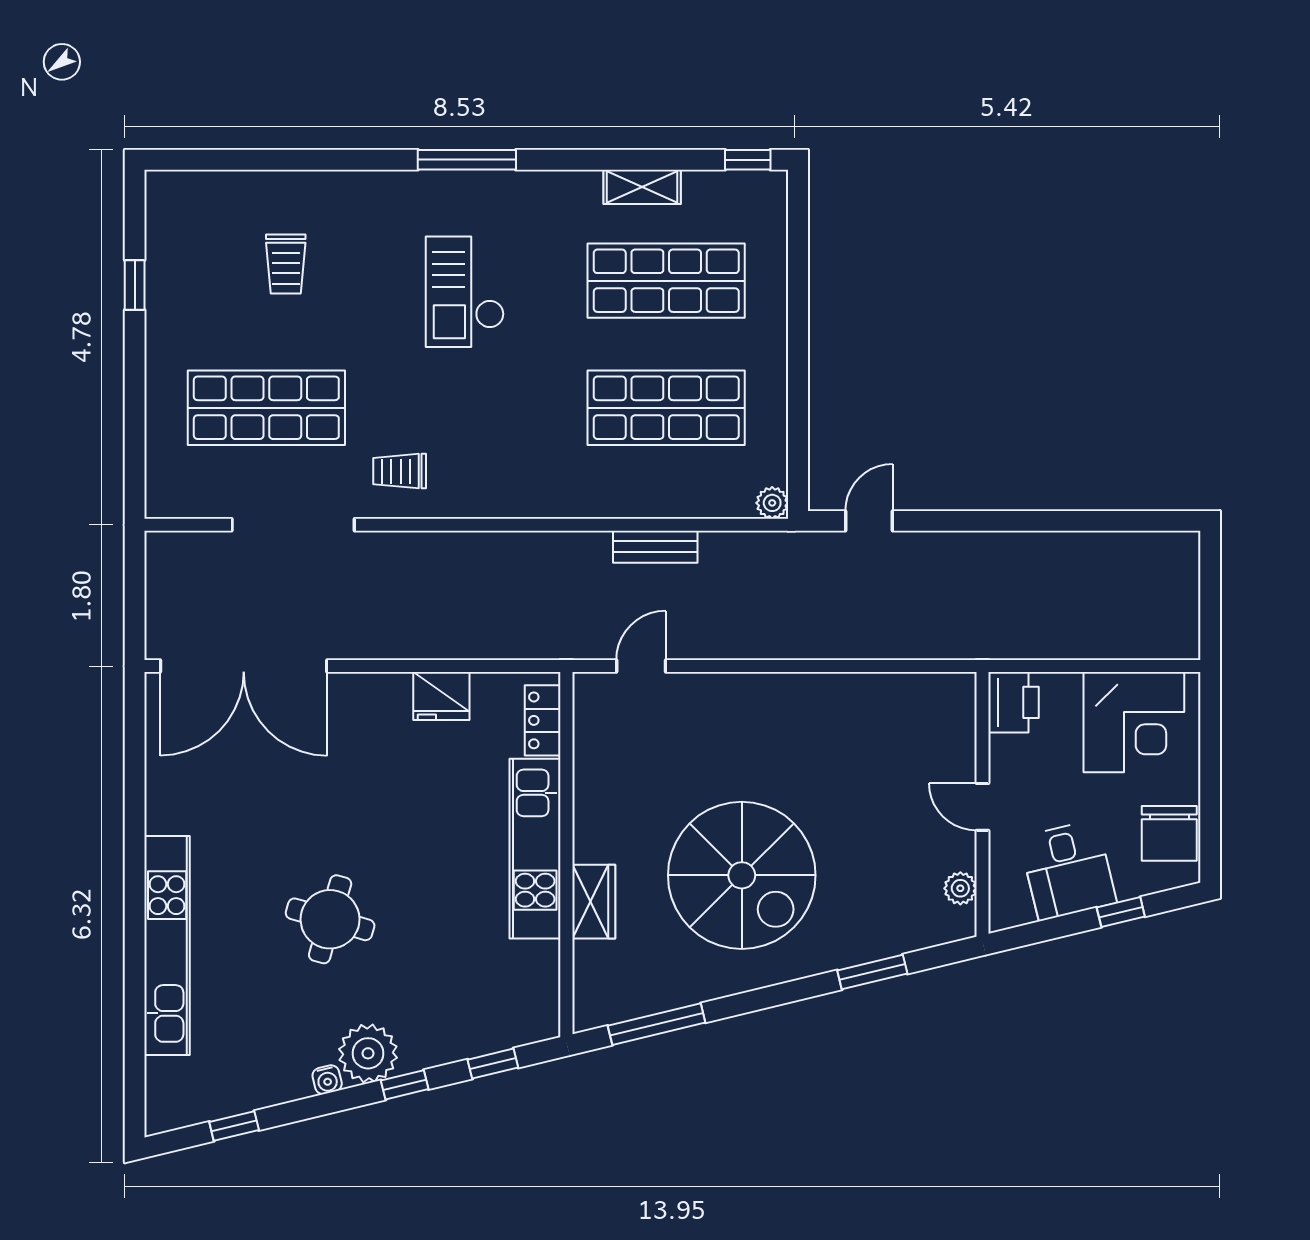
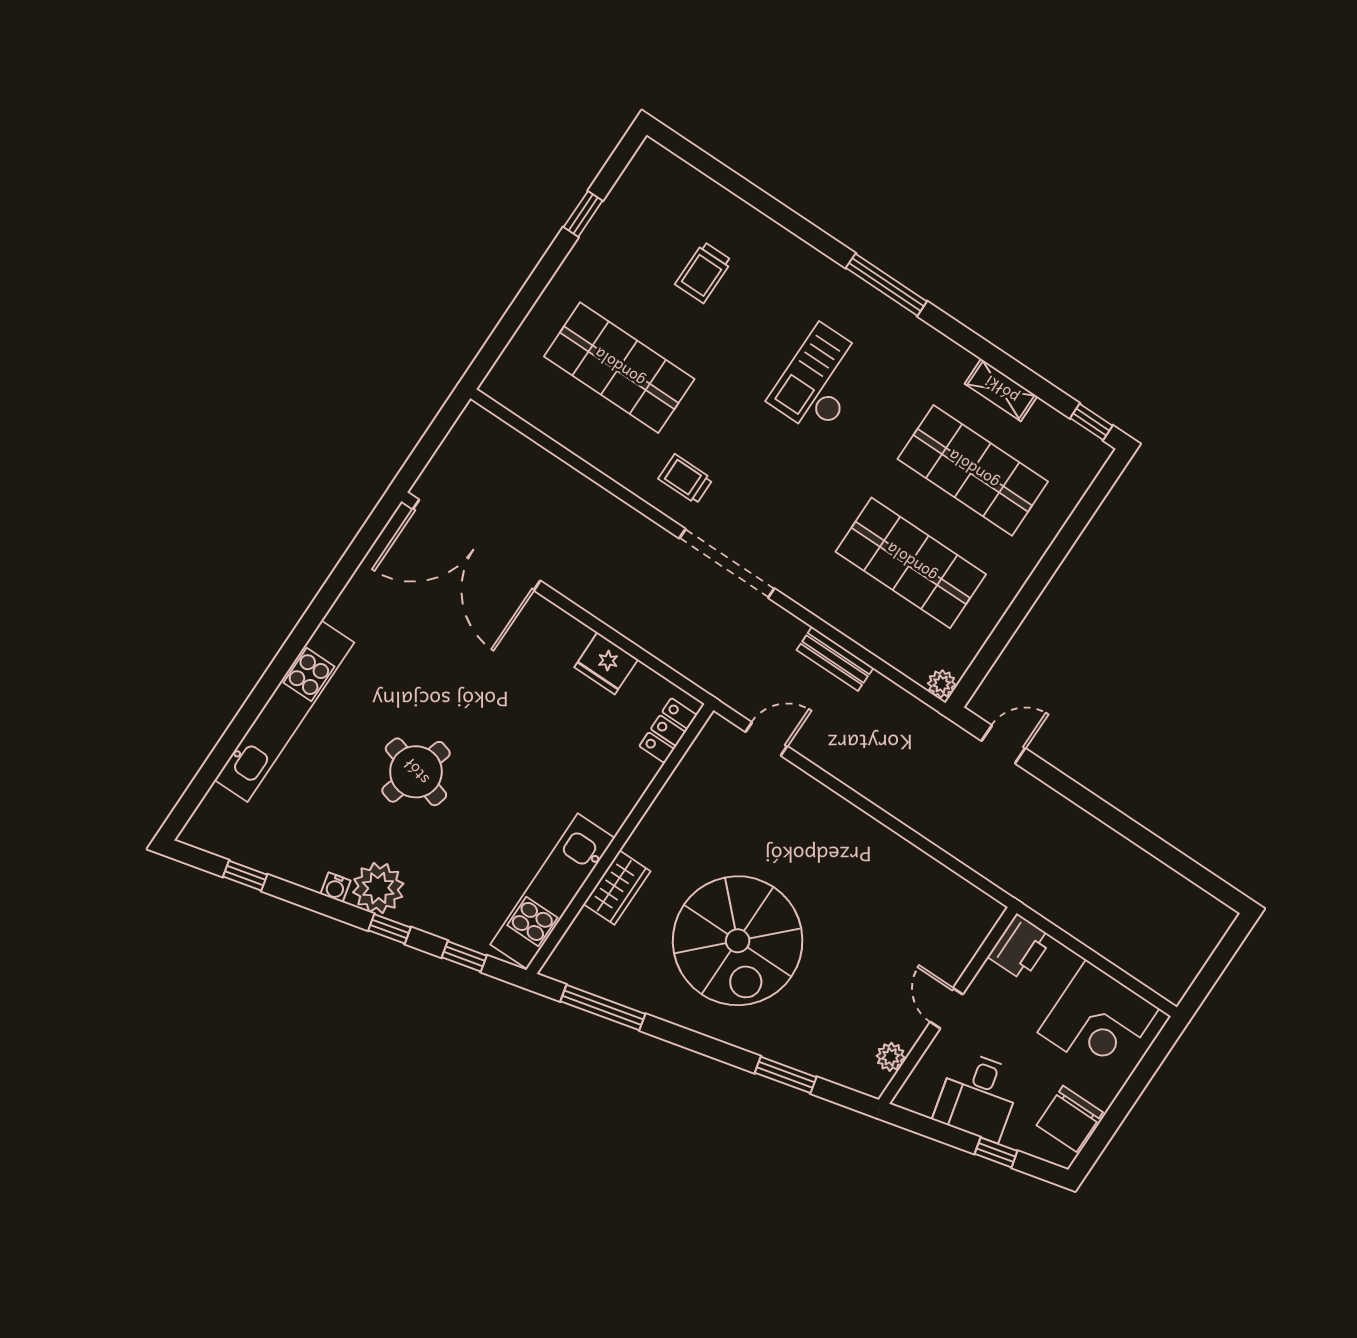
doorway: (293, 525) -> (727, 563), moved
kitchen unit: (535, 849) -> (553, 891), moved

